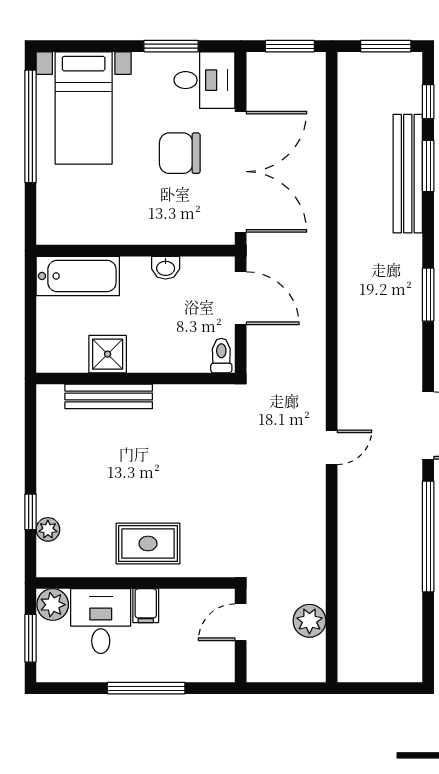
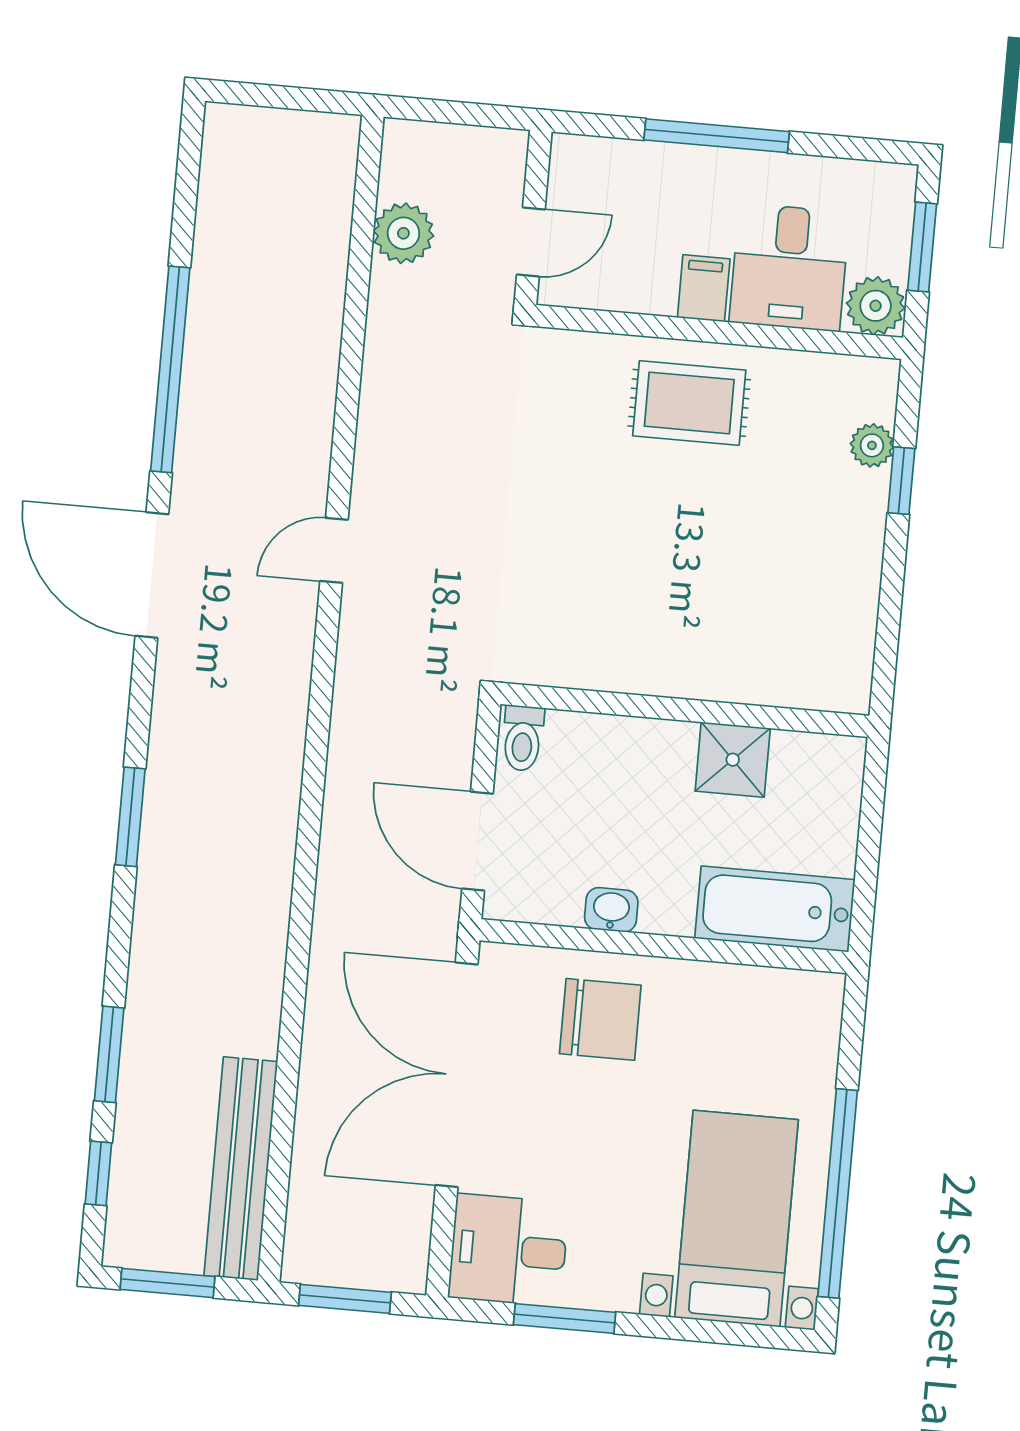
chair: (180, 153) -> (600, 1019), moved
bench: (408, 174) -> (241, 1169), moved
bench: (109, 396) -> (738, 681), removed

